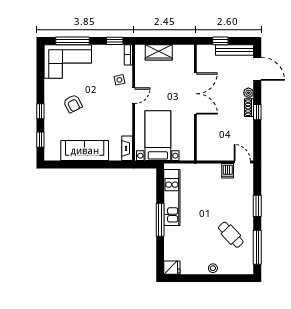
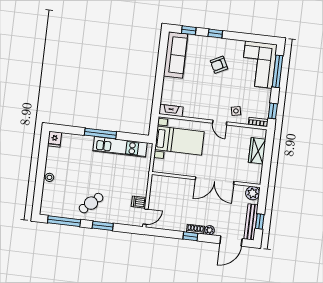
window: (220, 41) -> (260, 221), moved
plant: (204, 52) -> (253, 193), added
sofa: (85, 151) -> (176, 55), moved
cafe table: (231, 235) -> (91, 203), moved

